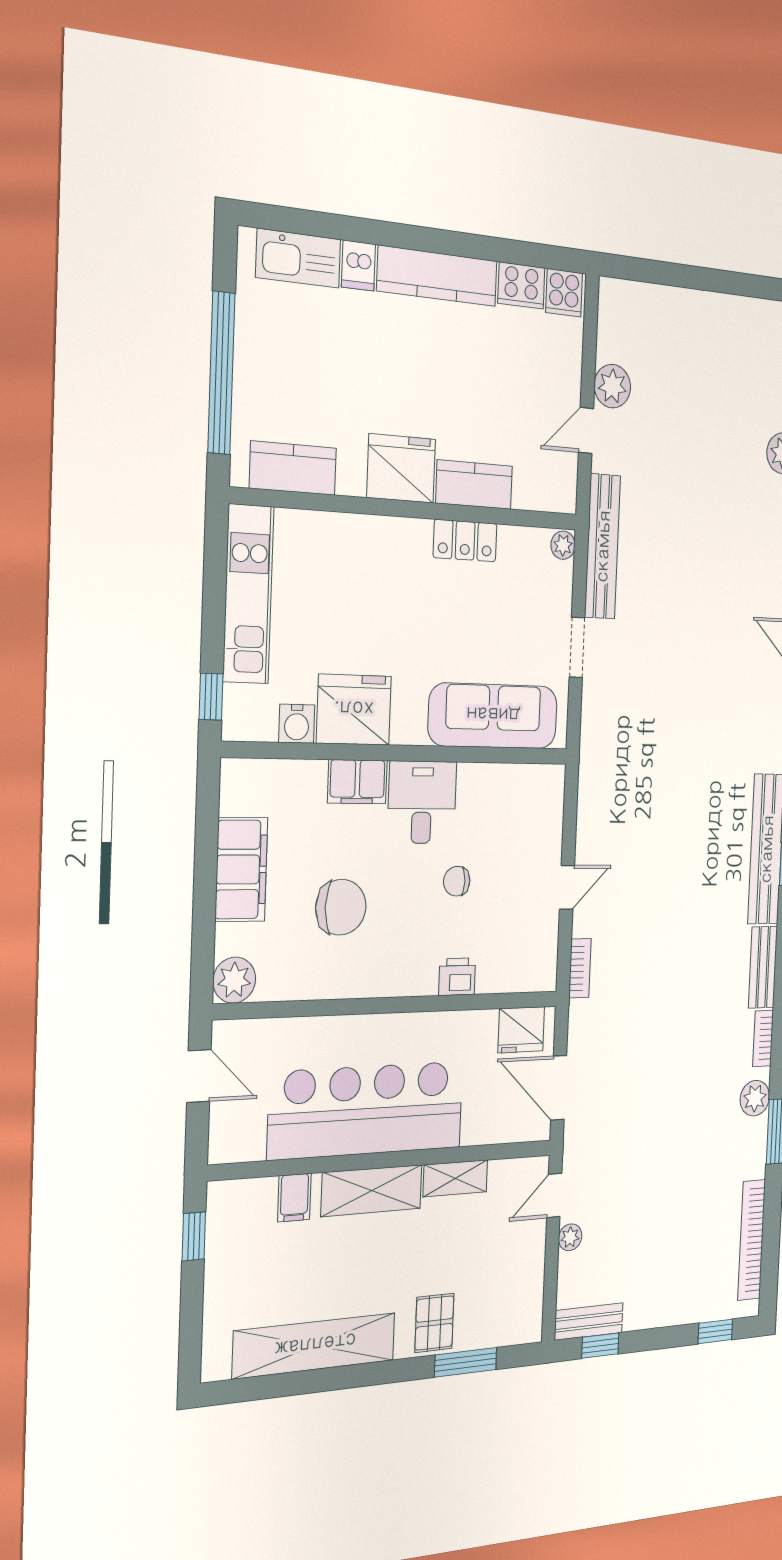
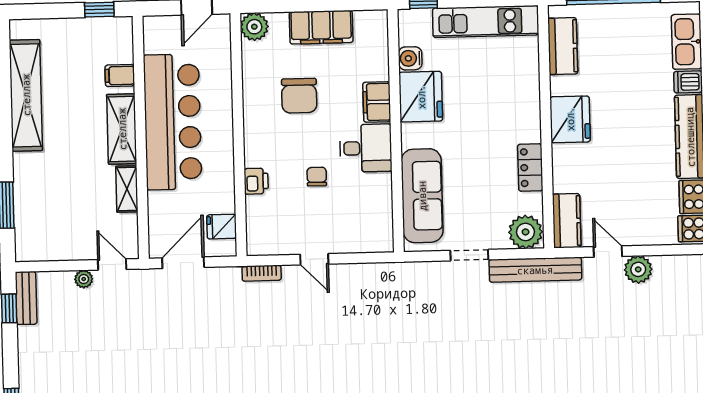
kitchen counter: (474, 485) -> (567, 221), moved
plant: (563, 545) -> (526, 232), width x1.88, depth x1.88
fridge: (521, 1030) -> (222, 227), width x0.72
pallet: (434, 1323) -> (34, 180), removed

